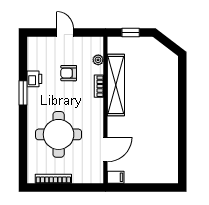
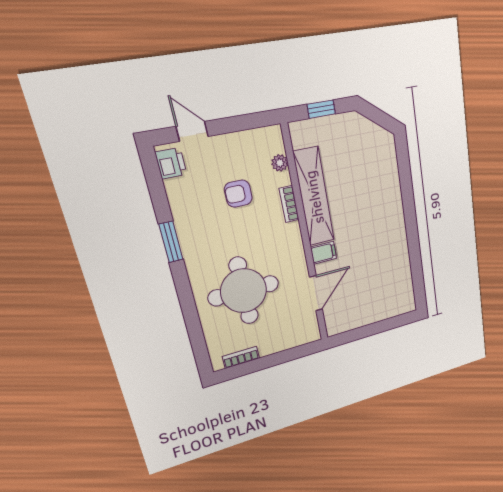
door: (65, 33) -> (192, 131), moved
printer: (34, 79) -> (171, 163), moved
filing cabinet: (116, 177) -> (324, 253), moved
bookcase: (53, 179) -> (241, 357), width x0.64

